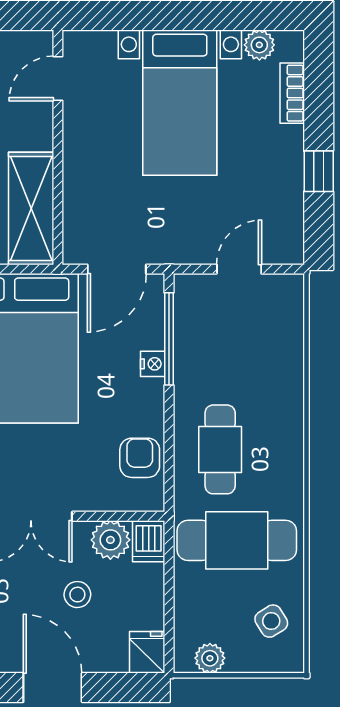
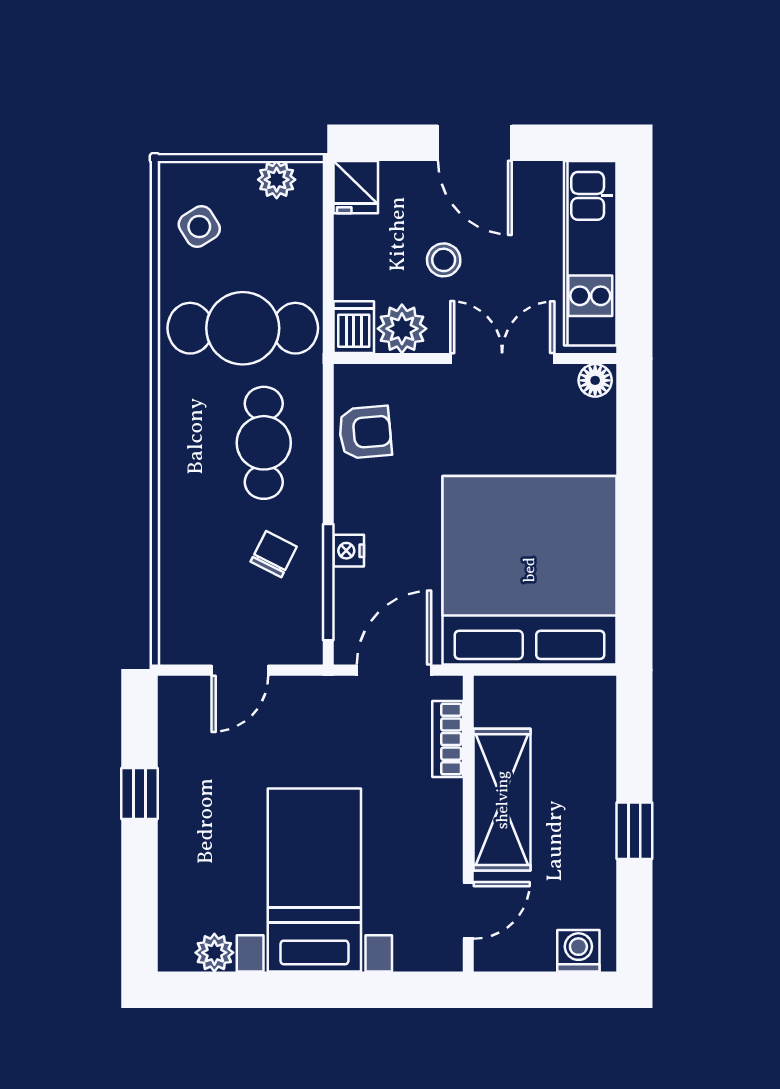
bookcase: (292, 93) -> (448, 739), moved, turned 180
shelving: (31, 209) -> (502, 800), moved
chair: (212, 361) -> (274, 554), added
armchair: (140, 458) -> (365, 432), turned -95

